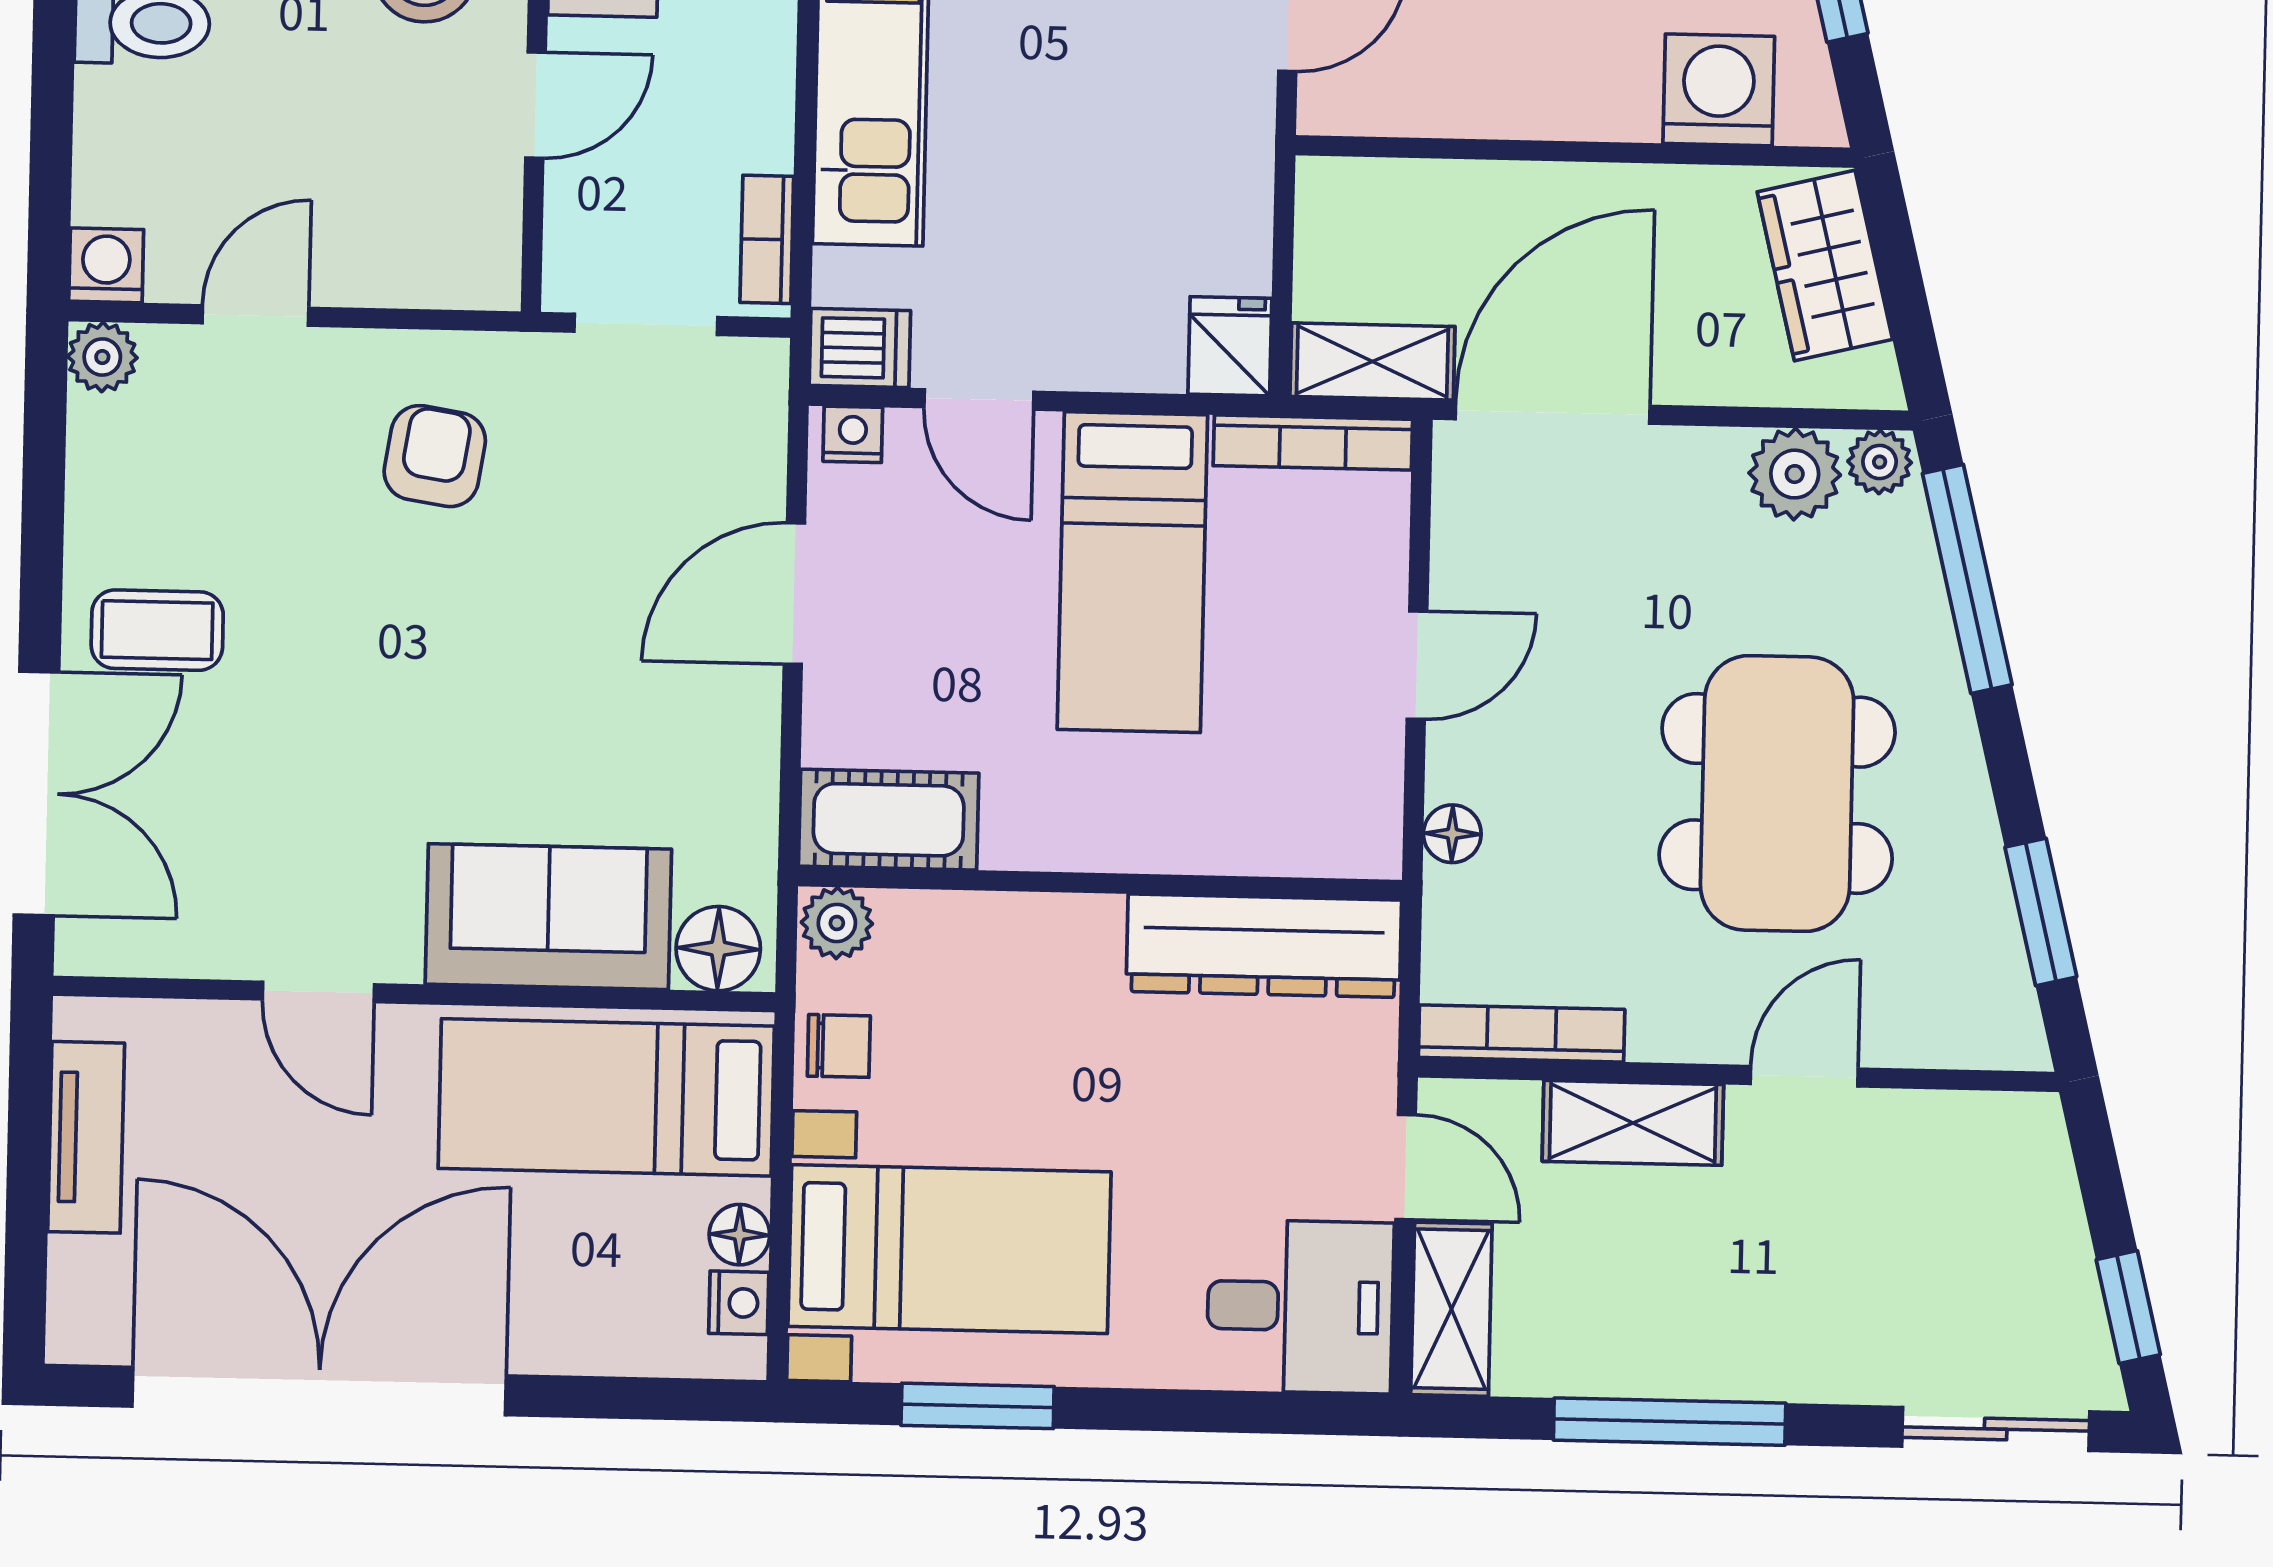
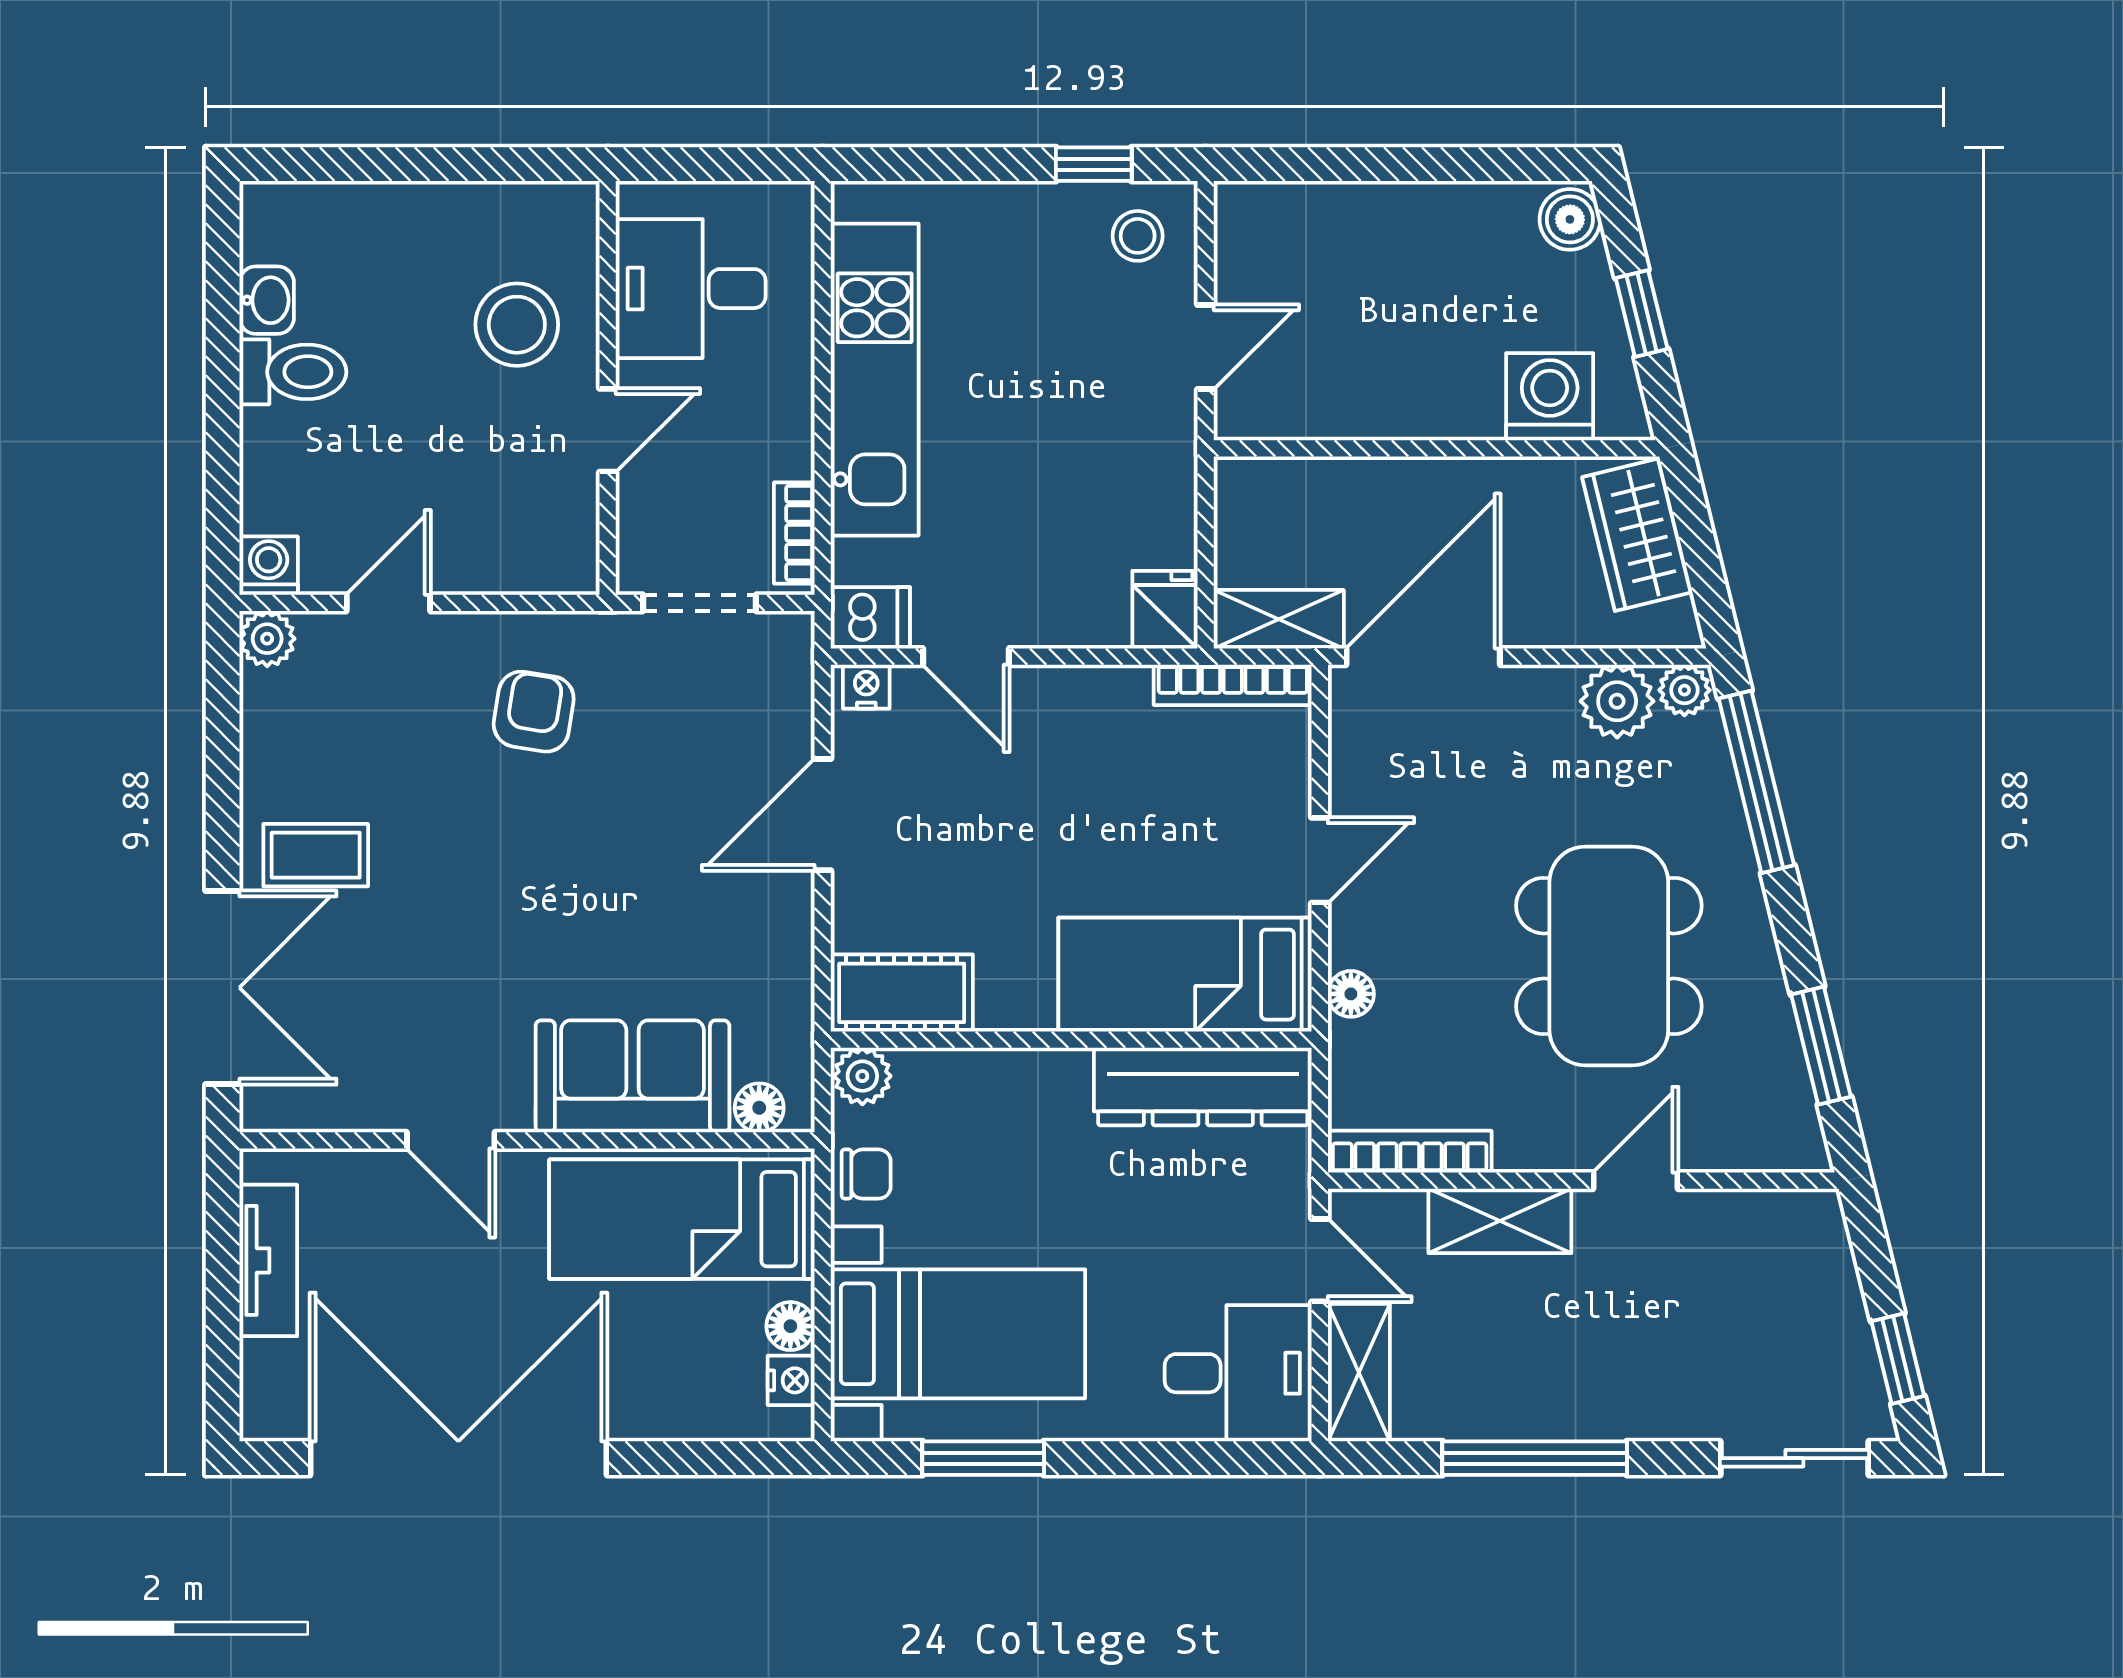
bed: (1132, 572) -> (1185, 975), moved, turned 90
floor lamp: (718, 949) -> (759, 1108), width x0.73, depth x0.73

